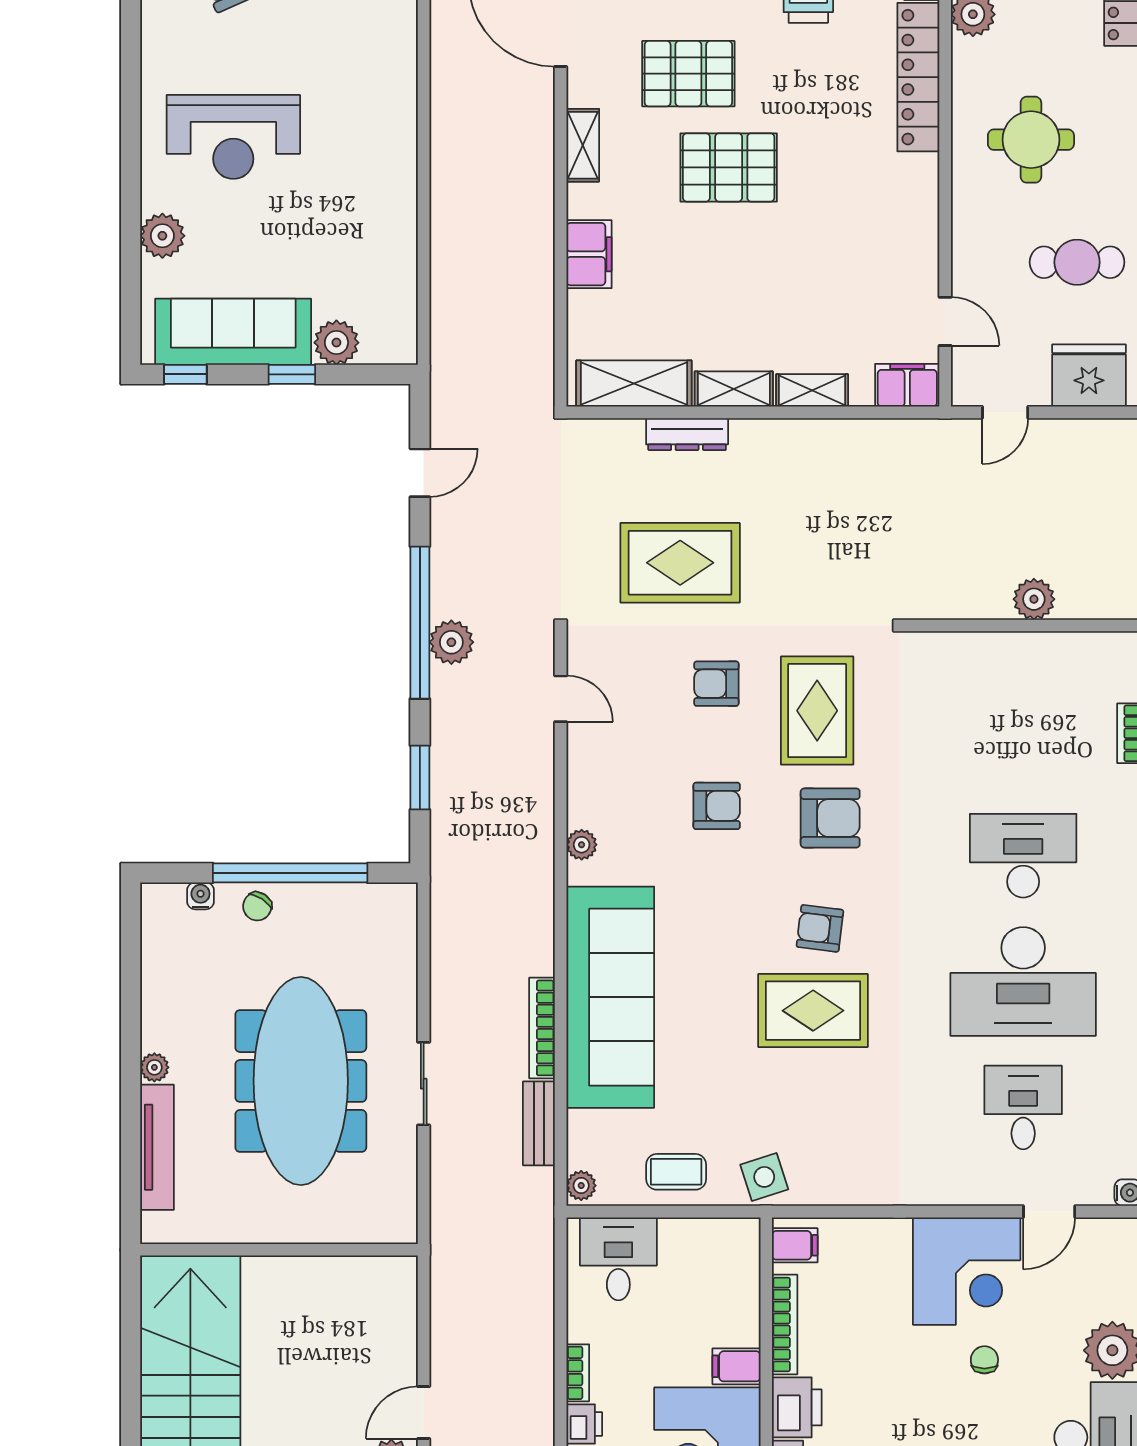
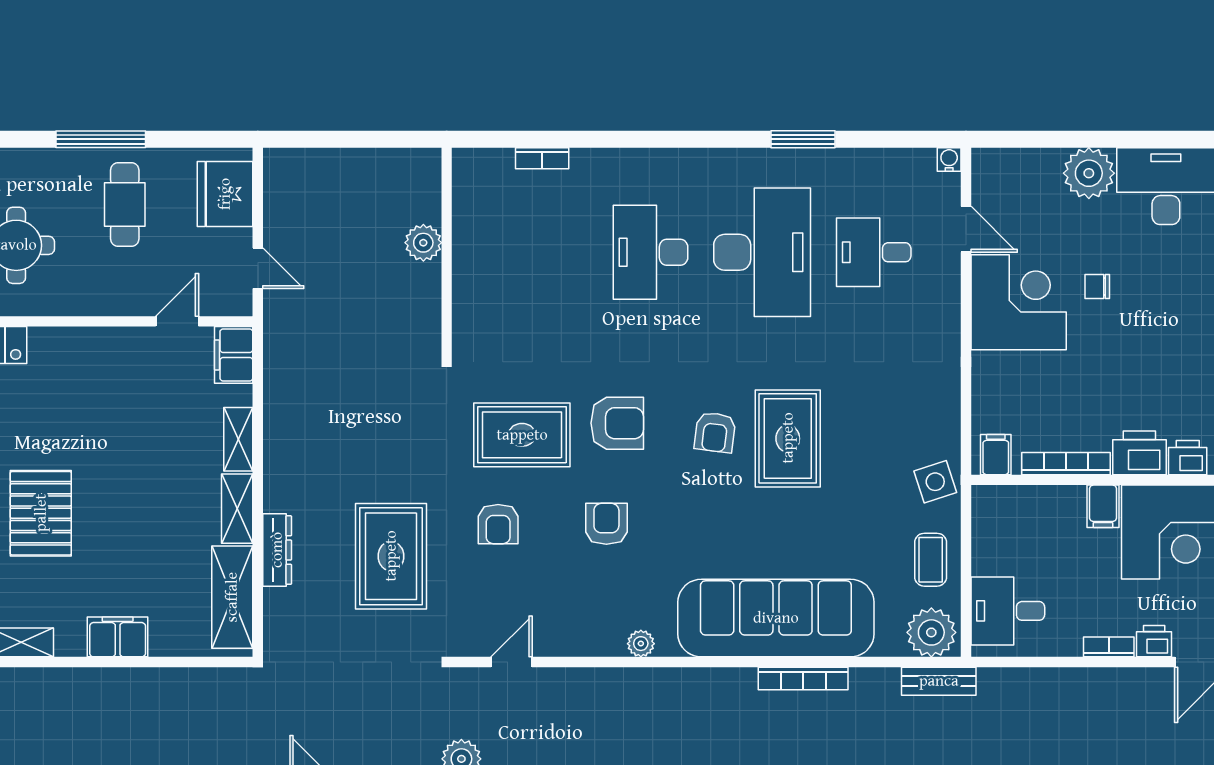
armchair: (830, 818) -> (617, 423), turned 90
bench: (539, 1123) -> (939, 681), moved
plant: (581, 1186) -> (931, 632), width x1.88, depth x1.88

